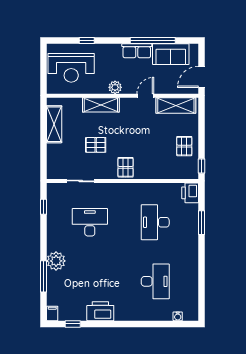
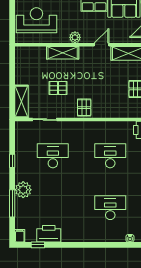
reception desk: (71, 68) -> (36, 20), turned 180
shelving: (54, 124) -> (21, 102), moved
window: (44, 207) -> (12, 161), moved
desk: (155, 222) -> (110, 156), turned 90
desk: (155, 281) -> (110, 208), turned -90
printer: (100, 311) -> (49, 234), moved

